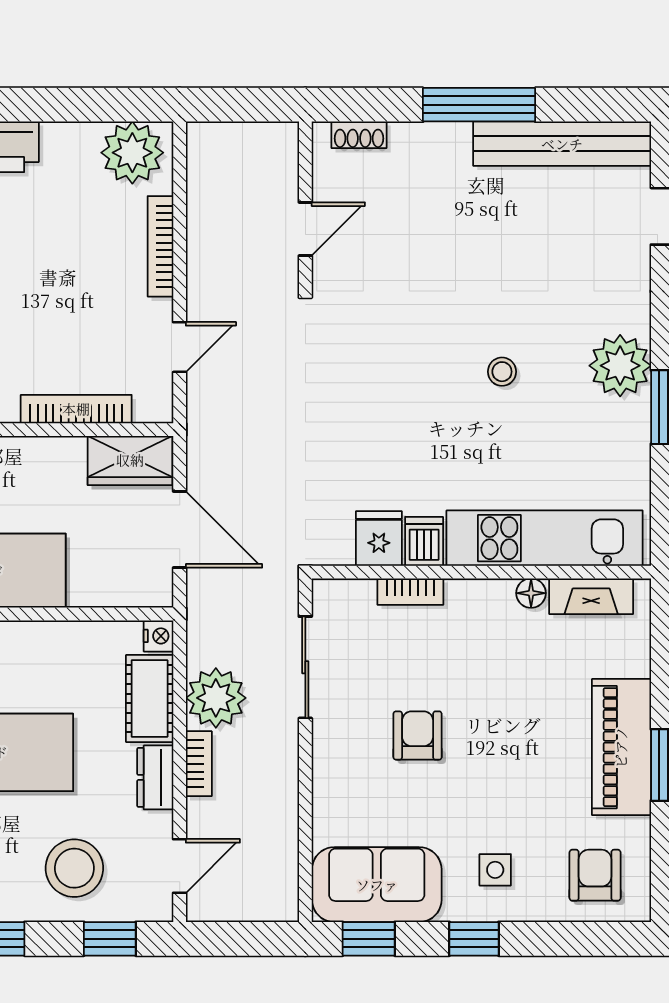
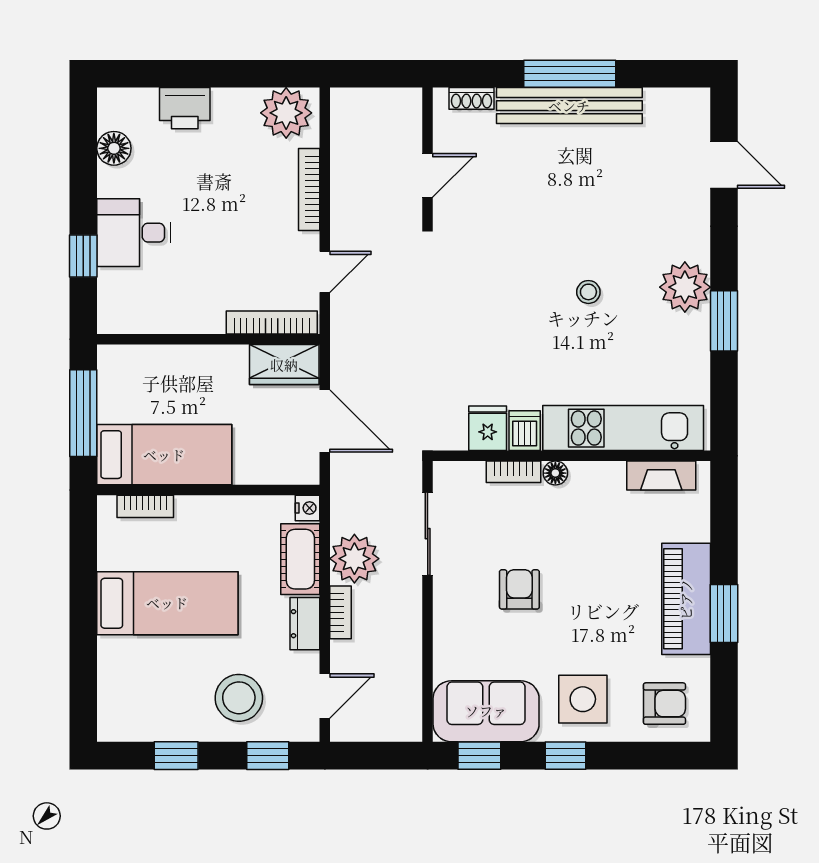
bench: (562, 144) -> (569, 106), moved
bookcase: (76, 409) -> (272, 323), moved
floor lamp: (531, 593) -> (555, 473), moved
side table: (495, 870) -> (583, 699), width x1.87, depth x1.87
armchair: (595, 875) -> (664, 704), turned 90

